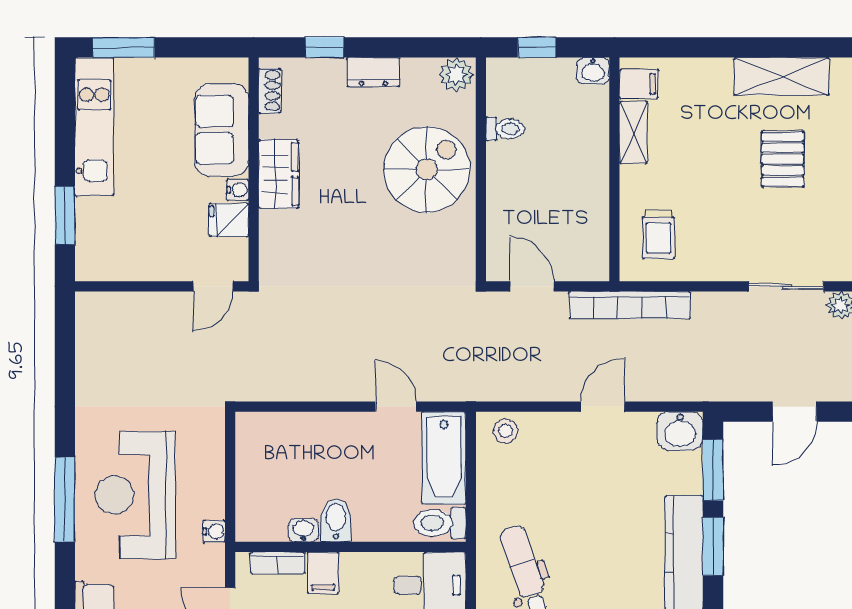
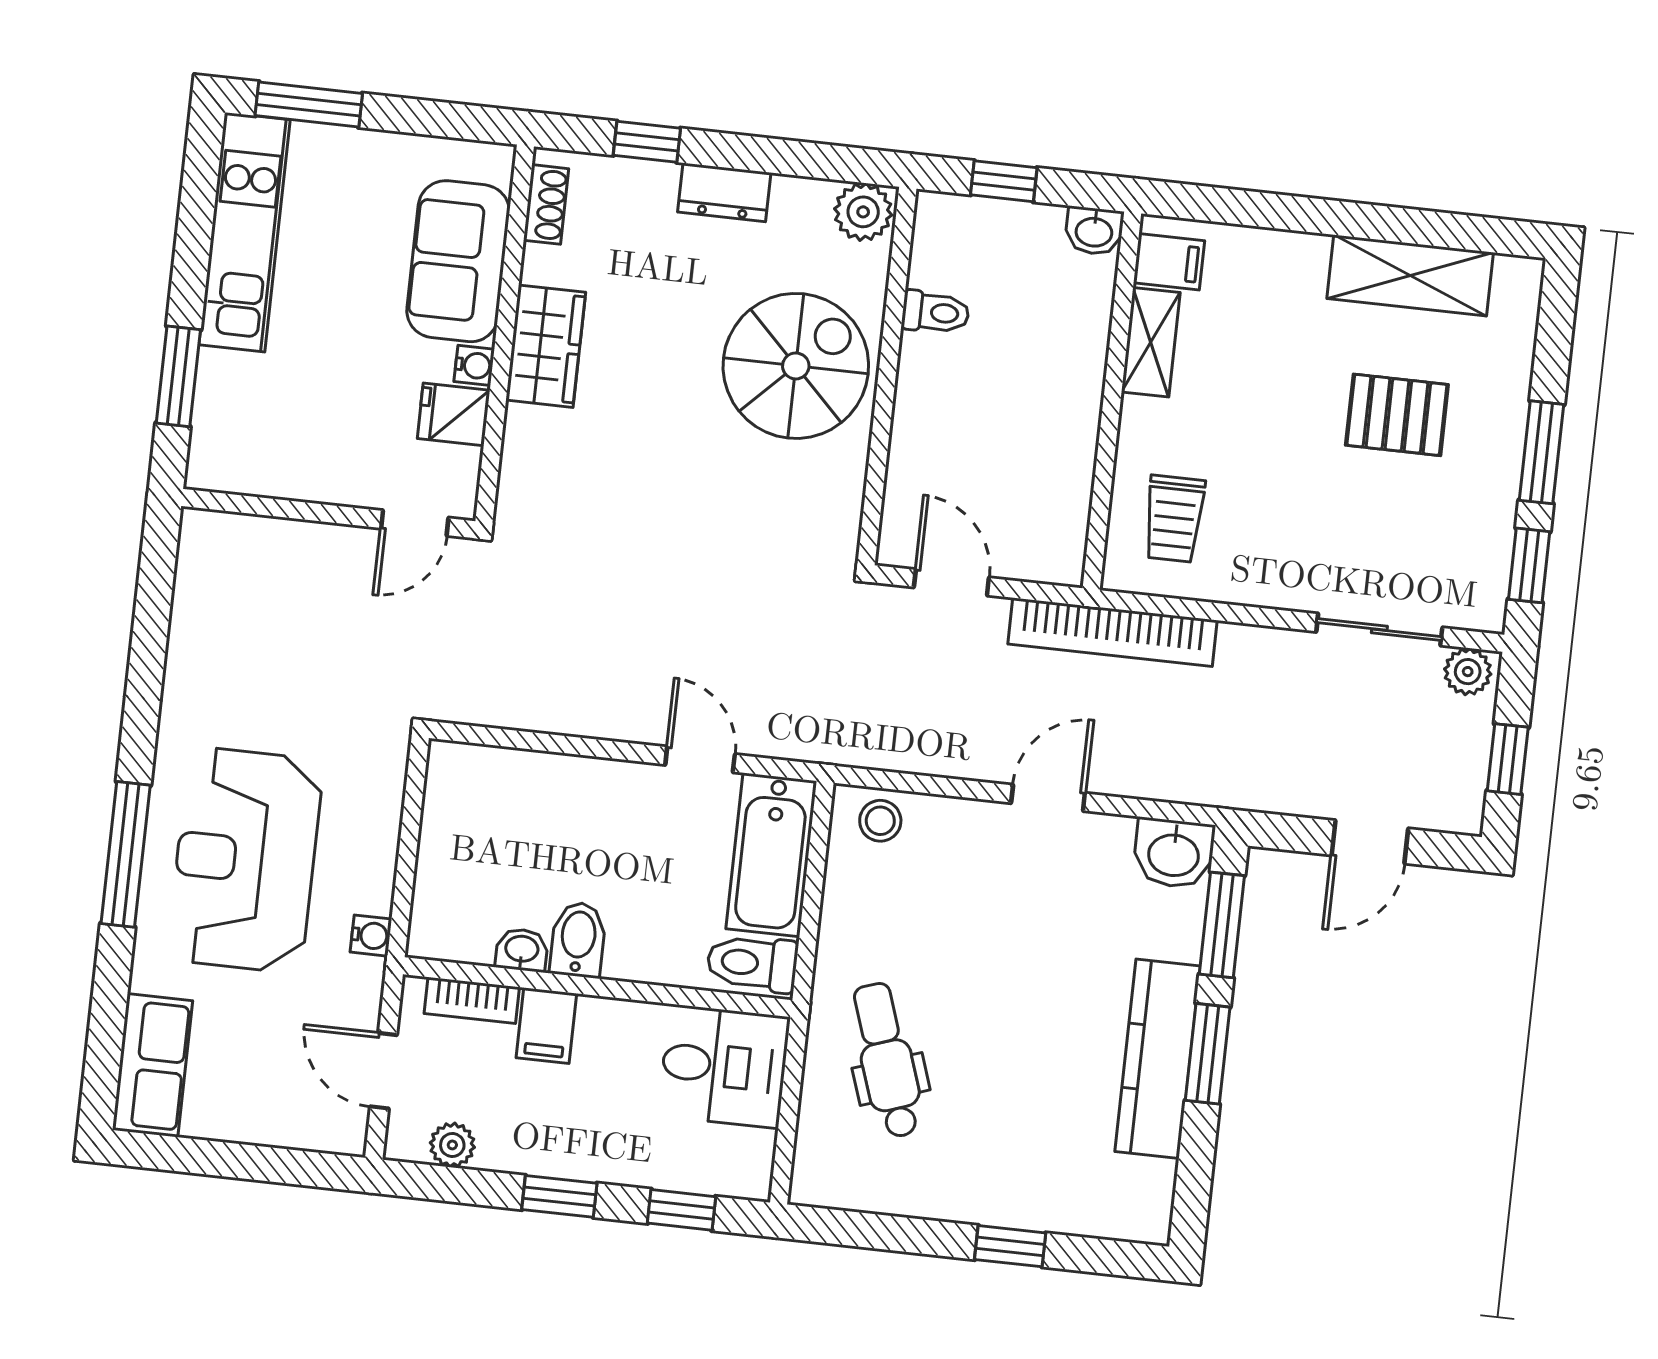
pallet: (783, 159) -> (1397, 415), turned 90

